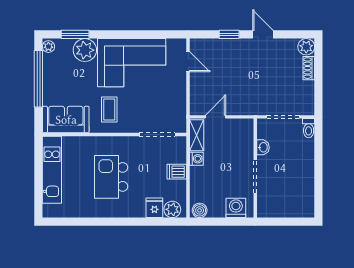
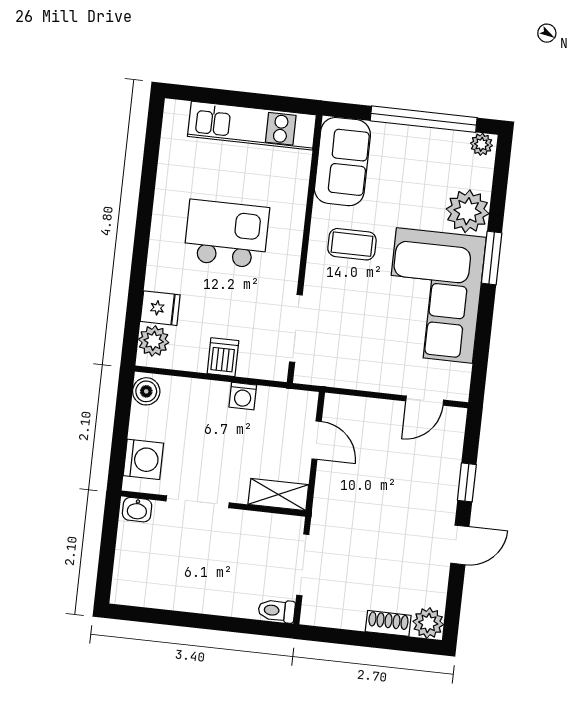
window: (75, 34) -> (492, 258), moved
shelving: (197, 135) -> (278, 495), moved
washbasin: (263, 147) -> (137, 510), moved

